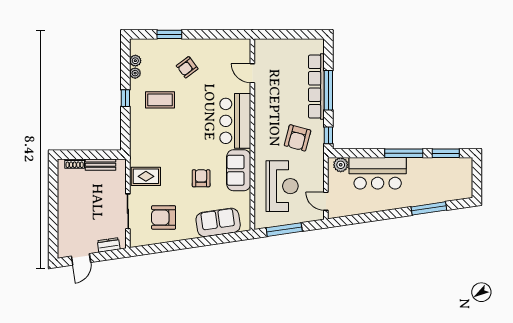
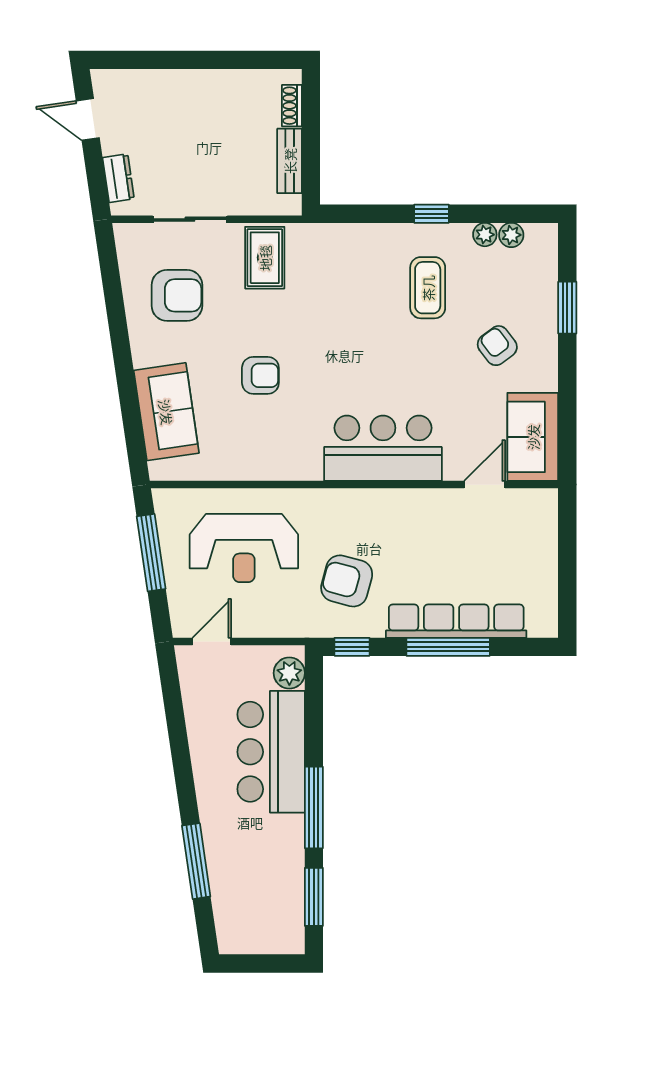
sofa: (239, 170) -> (533, 437), moved, turned -90
armchair: (164, 217) -> (177, 295), turned 90

